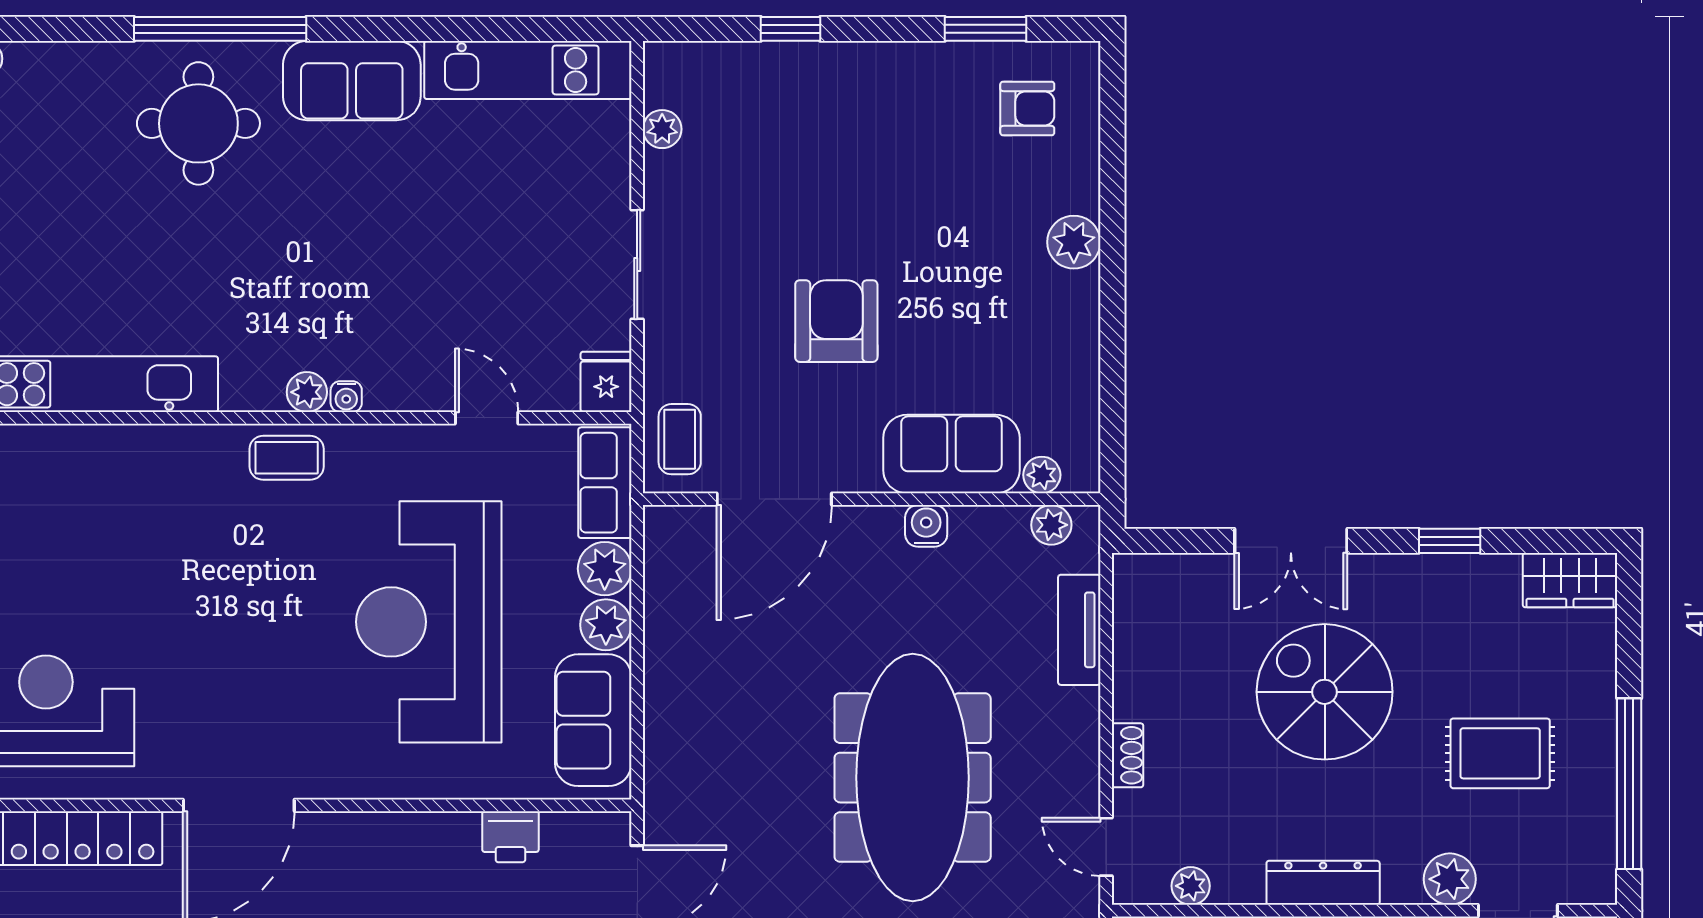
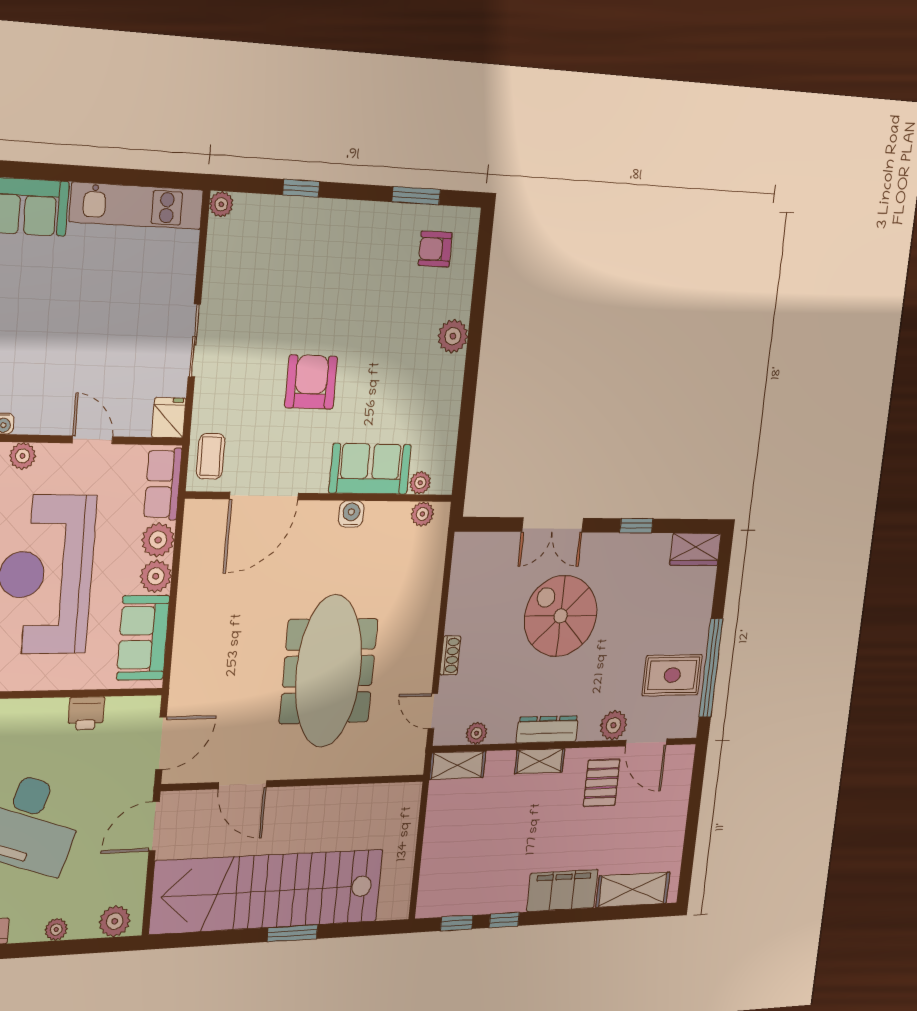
armchair: (1027, 109) -> (435, 249), turned 180
plant: (662, 129) -> (221, 204), moved
plant: (379, 444) -> (23, 456), added
tv unit: (1079, 630) -> (431, 579), removed
rug: (1500, 753) -> (672, 675), moved

